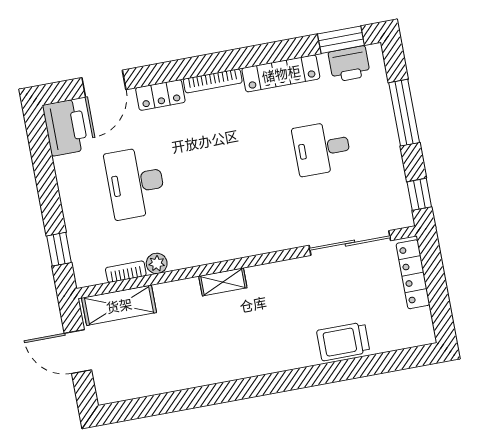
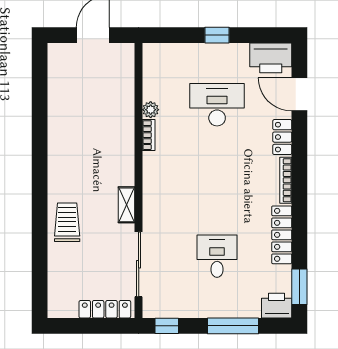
printer: (349, 64) -> (277, 306), moved, turned 90
window: (59, 249) -> (217, 35), moved
bookcase: (126, 272) -> (149, 135), moved
shelving: (223, 282) -> (126, 205), moved
shelving: (119, 305) -> (123, 74), removed
trolley: (343, 341) -> (67, 222), moved

